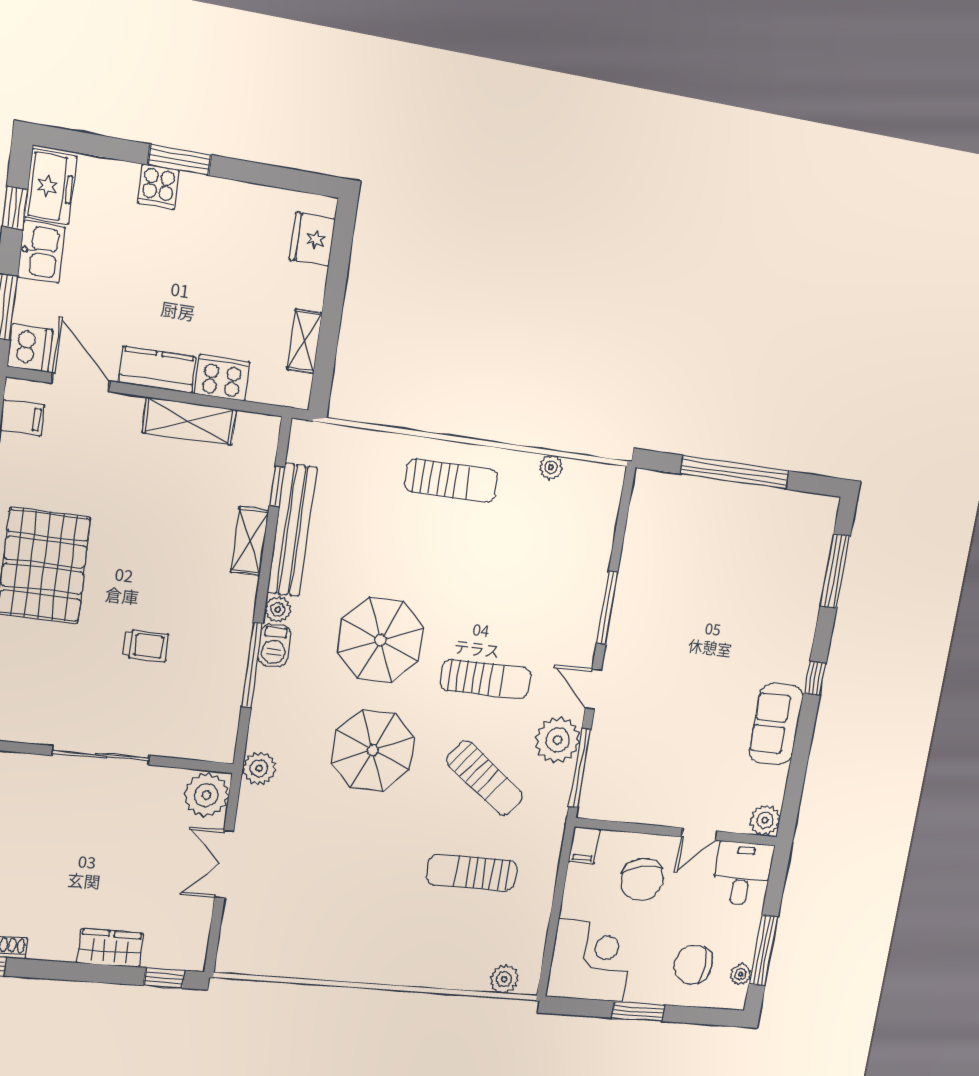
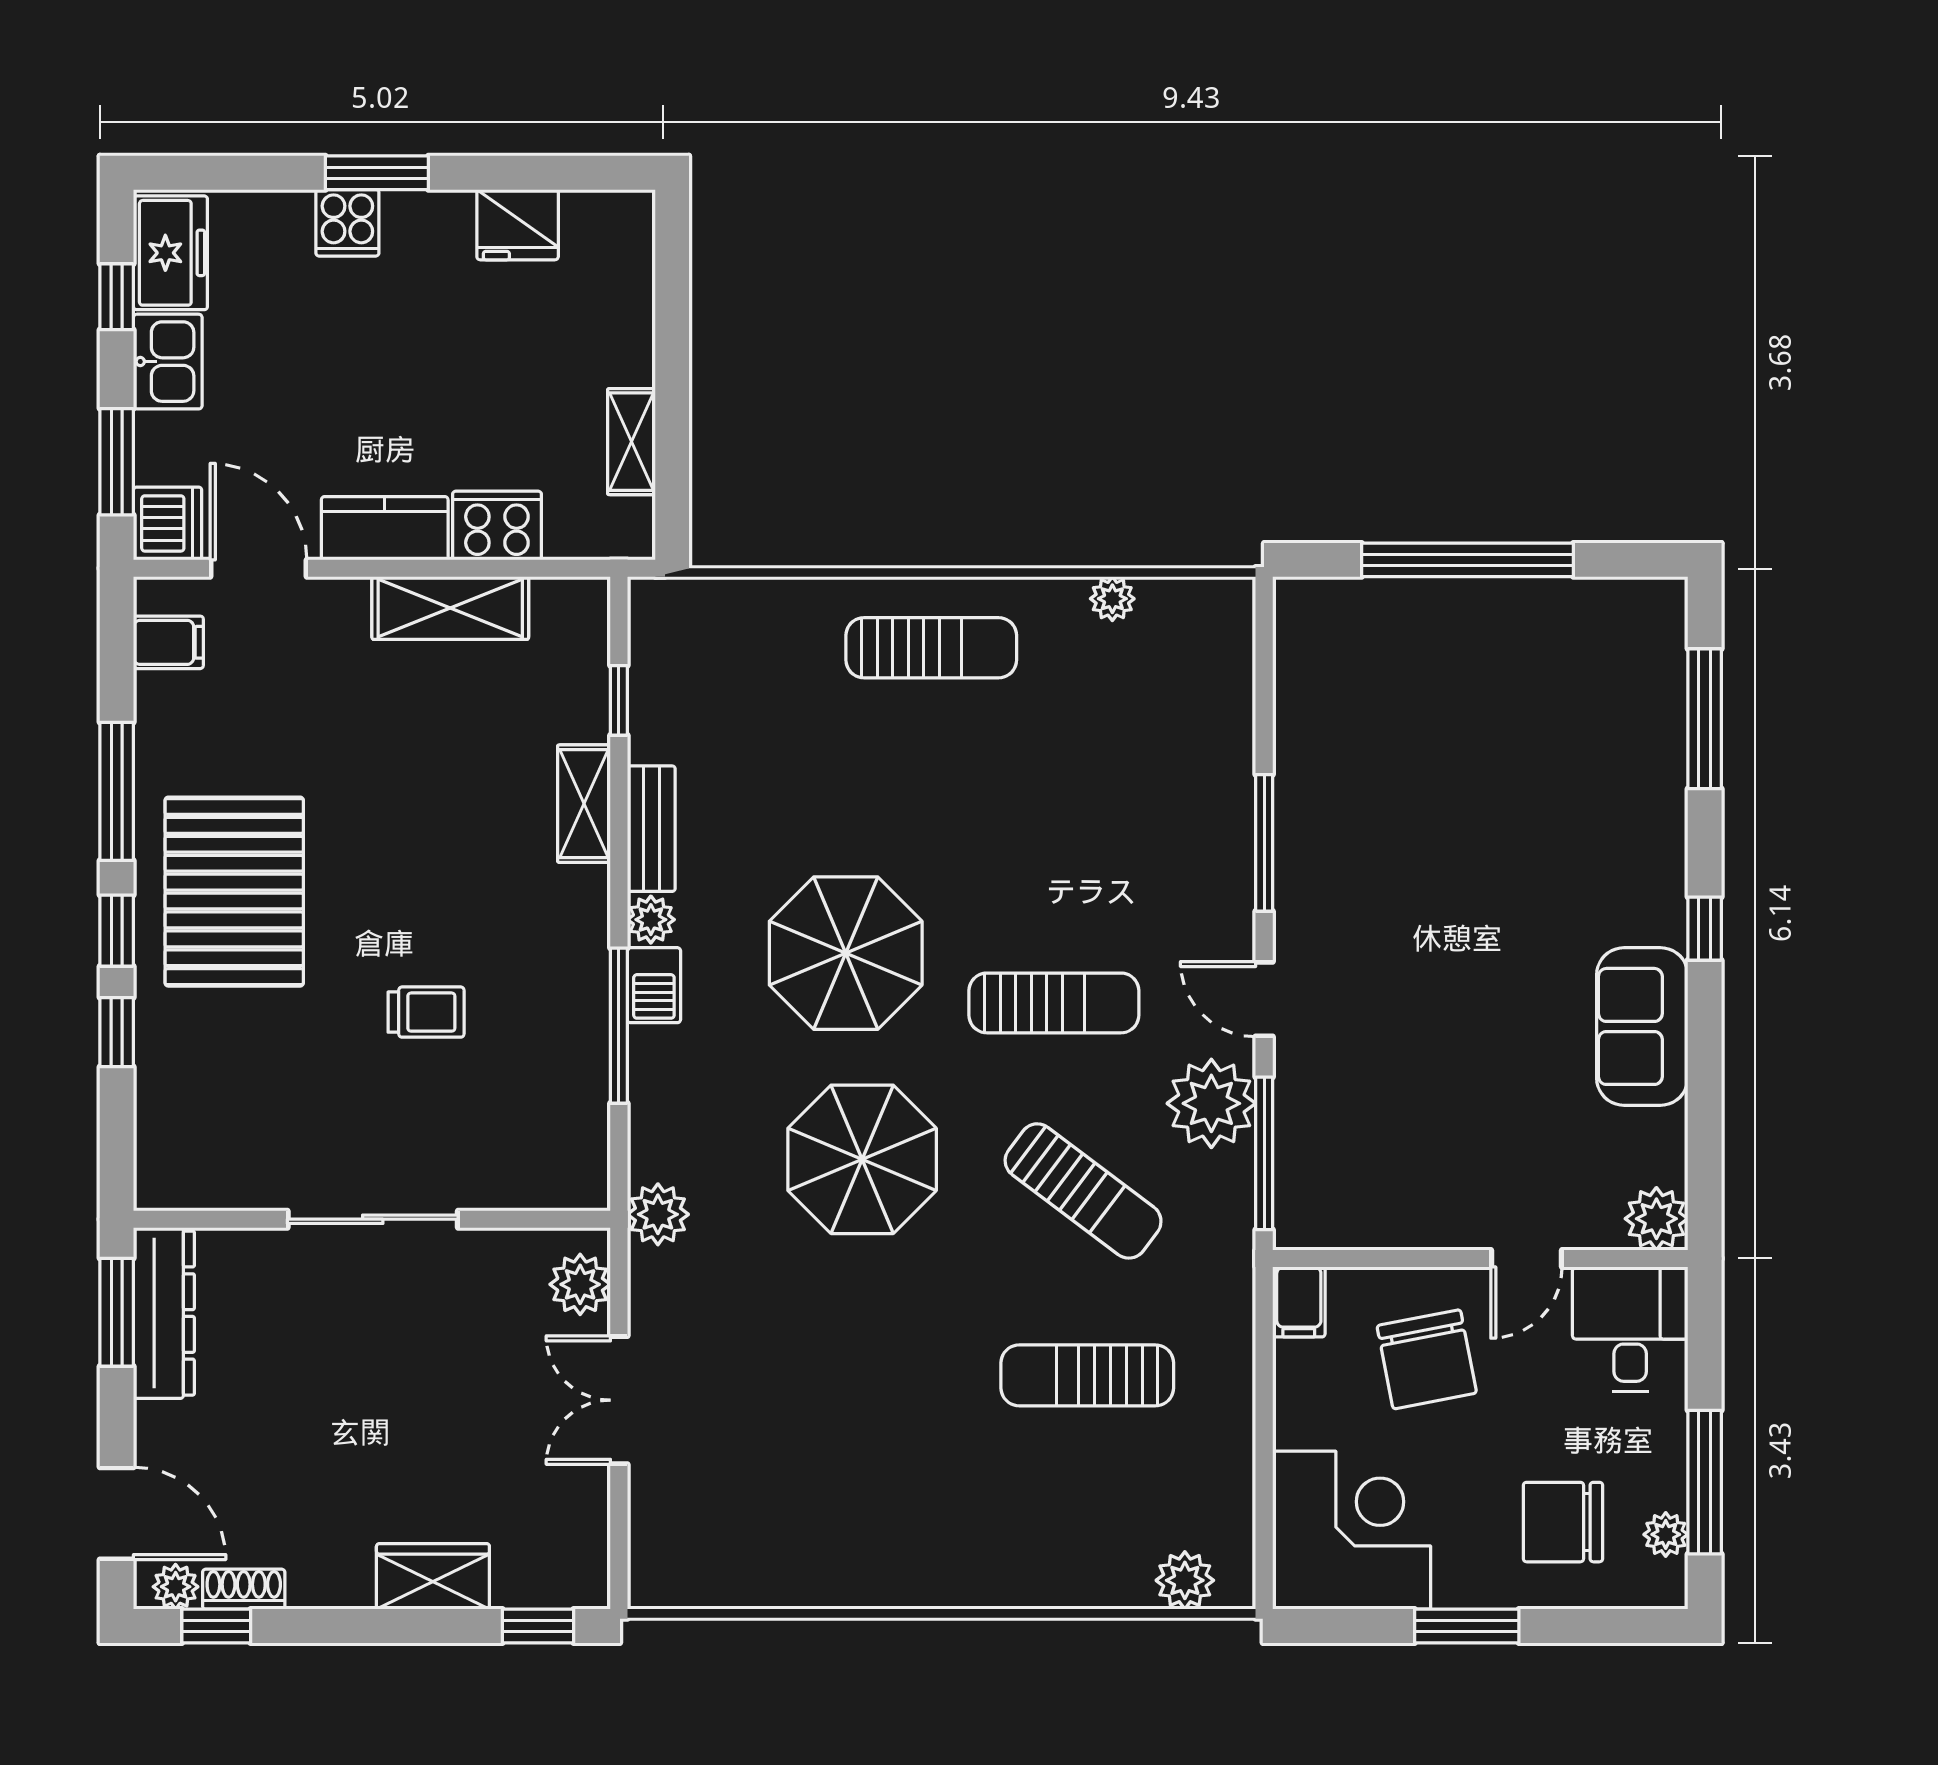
fridge: (312, 239) -> (518, 225), moved, turned -90
bench: (292, 530) -> (651, 829), width x0.54, depth x0.82
plant: (206, 795) -> (580, 1284), width x0.73, depth x0.73

